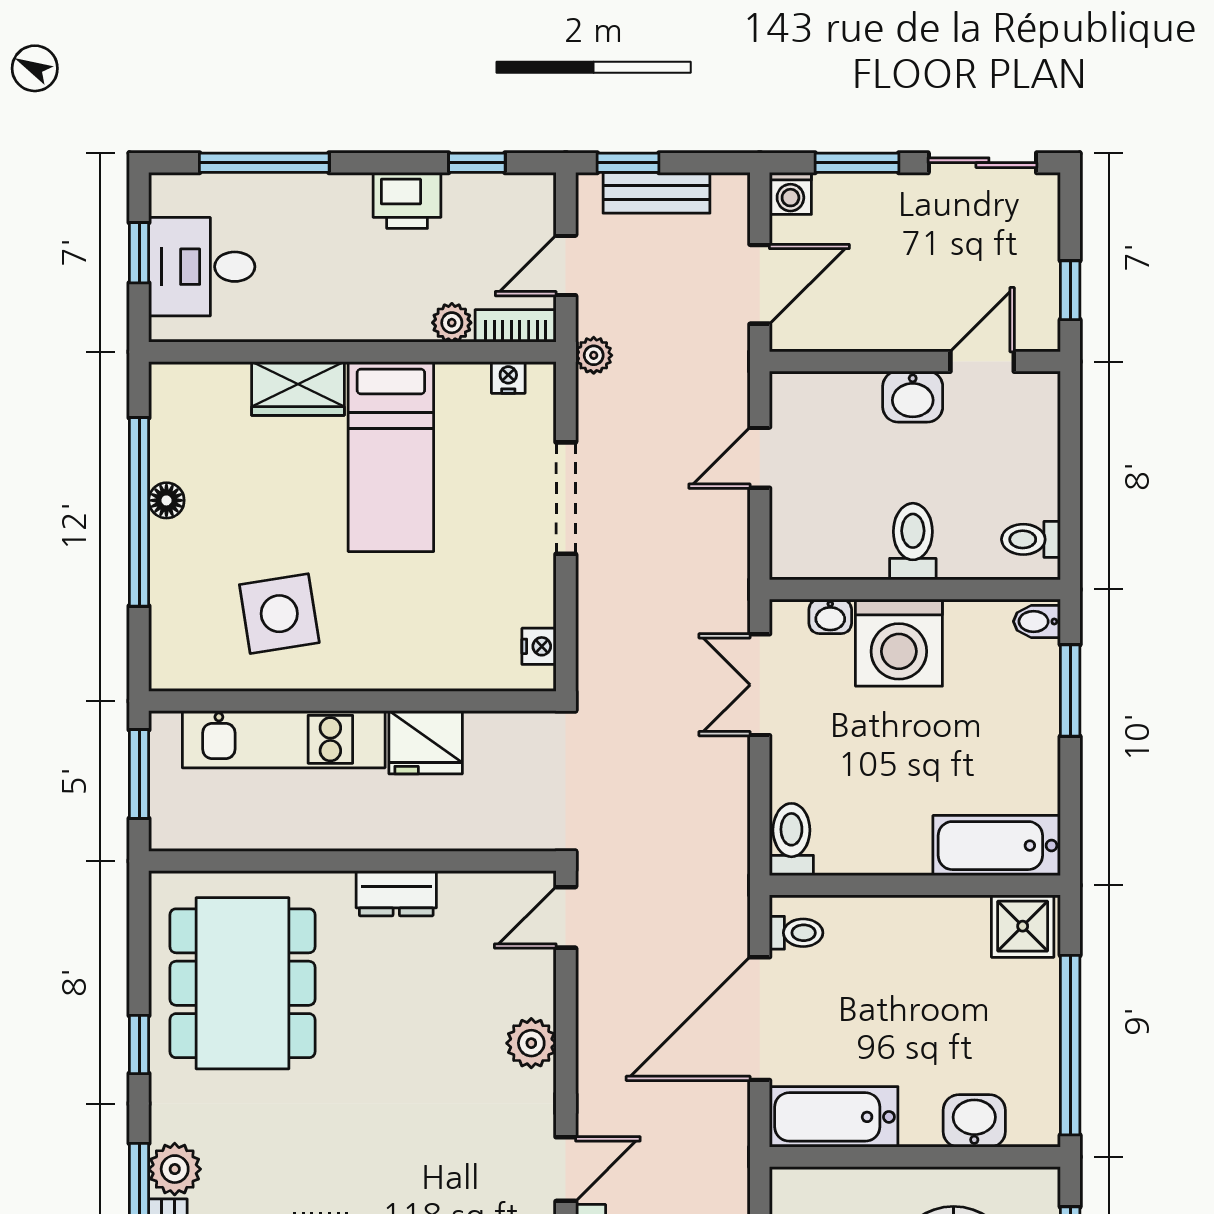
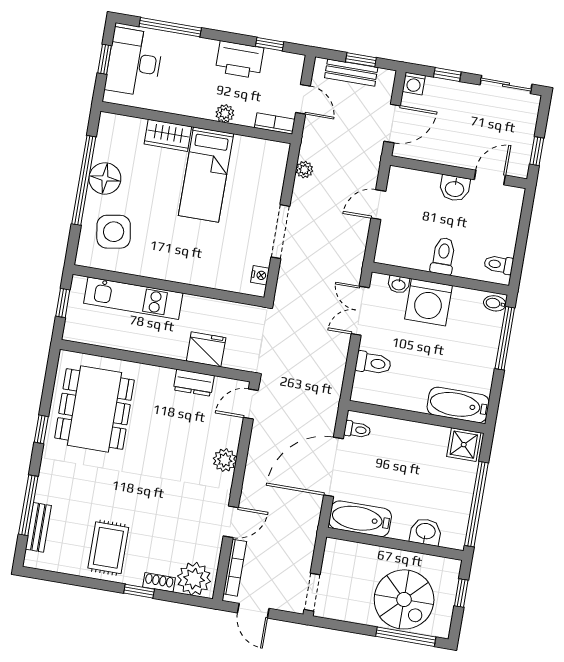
window: (628, 163) -> (361, 60), moved
window: (857, 163) -> (447, 75), width x0.67
printer: (407, 200) -> (239, 60), width x1.37, depth x1.19
door: (566, 265) -> (303, 99), swing flipped
desk: (202, 267) -> (134, 62), width x1.37
plant: (452, 323) -> (225, 113), moved
plant: (594, 355) -> (304, 170), moved
nightstand: (508, 377) -> (267, 147), removed
doorway: (566, 498) -> (280, 232), moved
floor lamp: (166, 500) -> (105, 178), width x1.89, depth x1.89
side table: (279, 614) -> (114, 232), moved
window: (1070, 690) -> (505, 338), width x1.44
fridge: (426, 742) -> (206, 349), moved, turned 180
window: (139, 774) -> (63, 303), width x0.67
toilet: (791, 839) -> (373, 363), moved, turned 90
dresser: (396, 893) -> (194, 383), moved
plant: (175, 1169) -> (48, 490), removed

